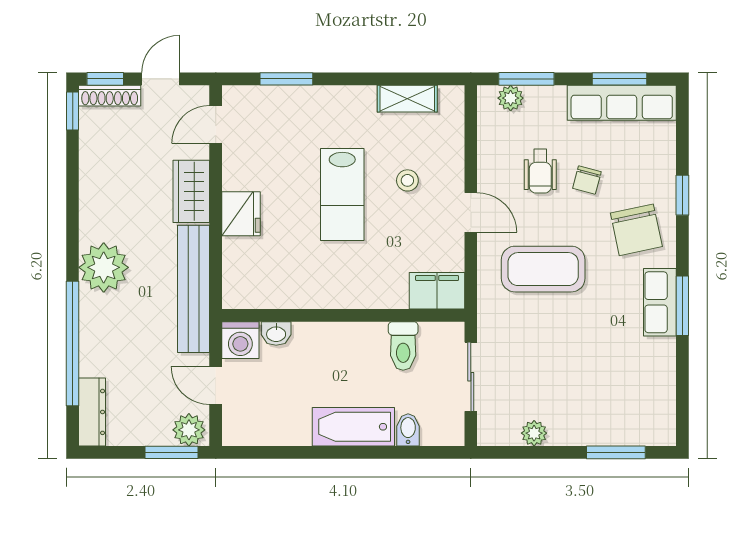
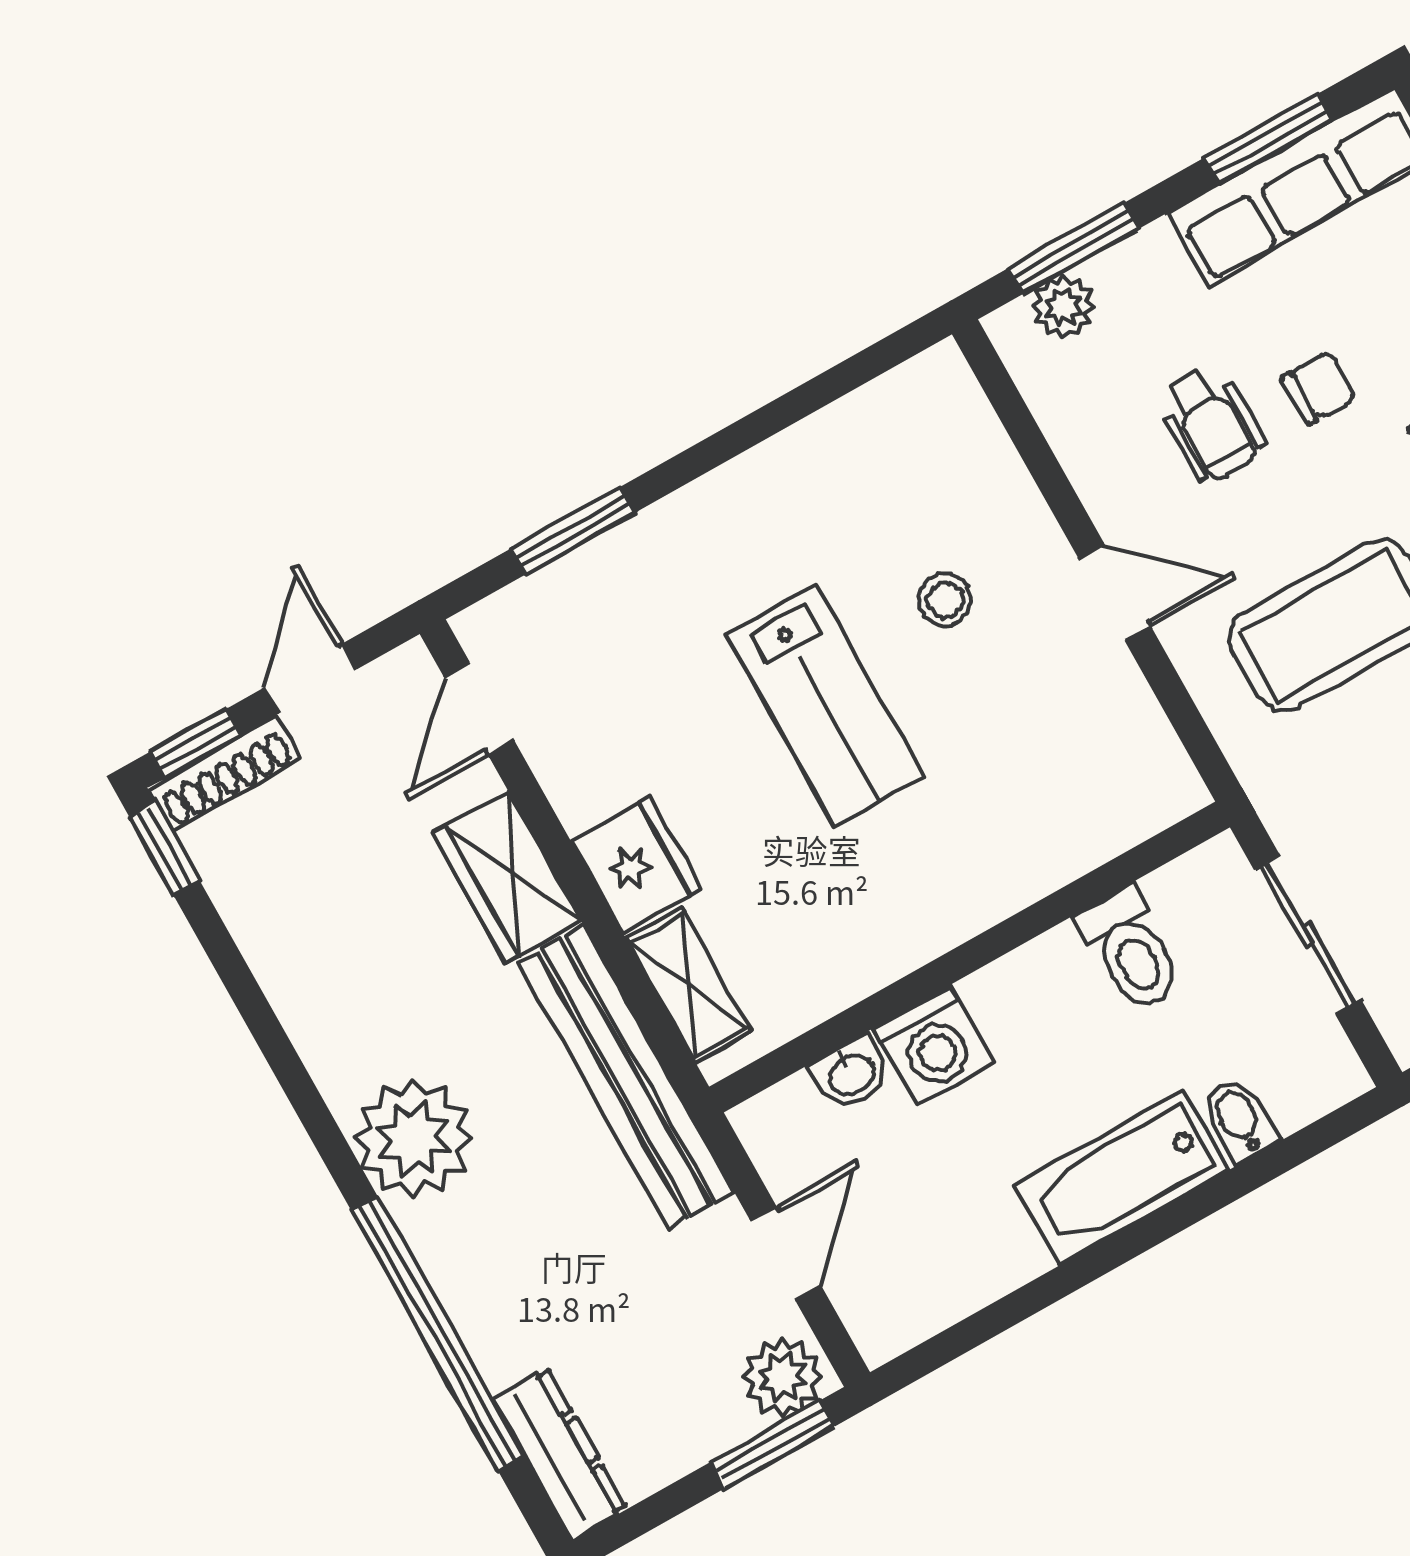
shelving: (407, 99) -> (689, 985), moved, turned 90
chair: (587, 180) -> (1319, 388), turned -105
filing cabinet: (437, 291) -> (1136, 795), removed
washing machine: (240, 340) -> (933, 1046), moved
door: (216, 386) -> (786, 1253), swing flipped

